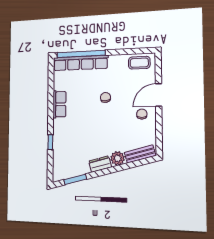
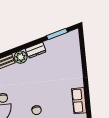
window: (50, 142) -> (84, 65), removed

